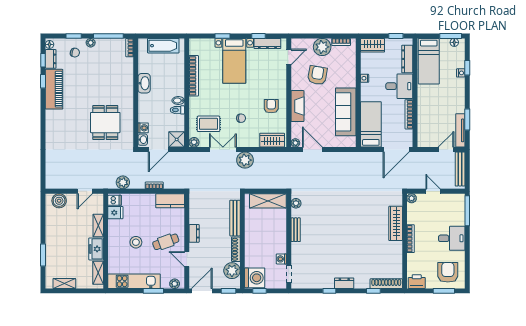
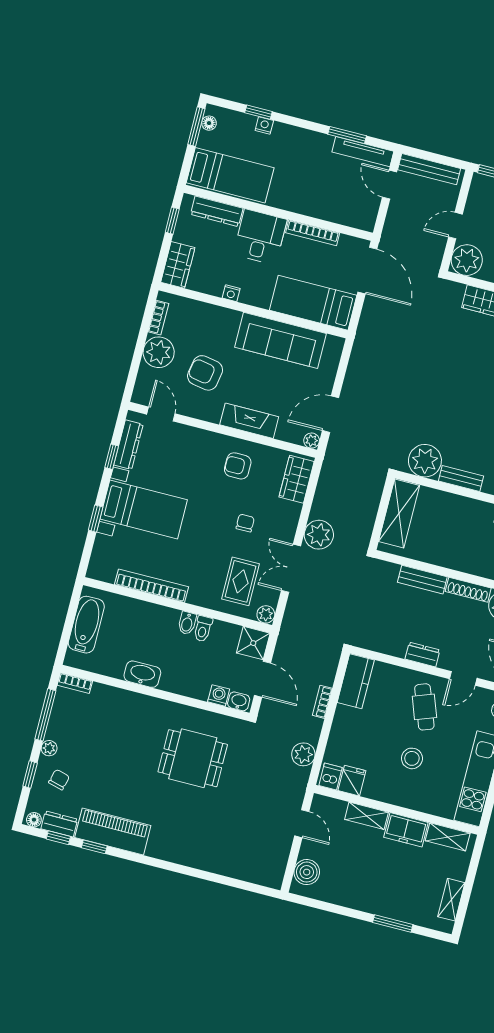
plant: (412, 198) -> (467, 260), width x1.88, depth x1.88
plant: (296, 203) -> (425, 461), width x1.87, depth x1.87
bench: (235, 218) -> (422, 580), width x0.73

